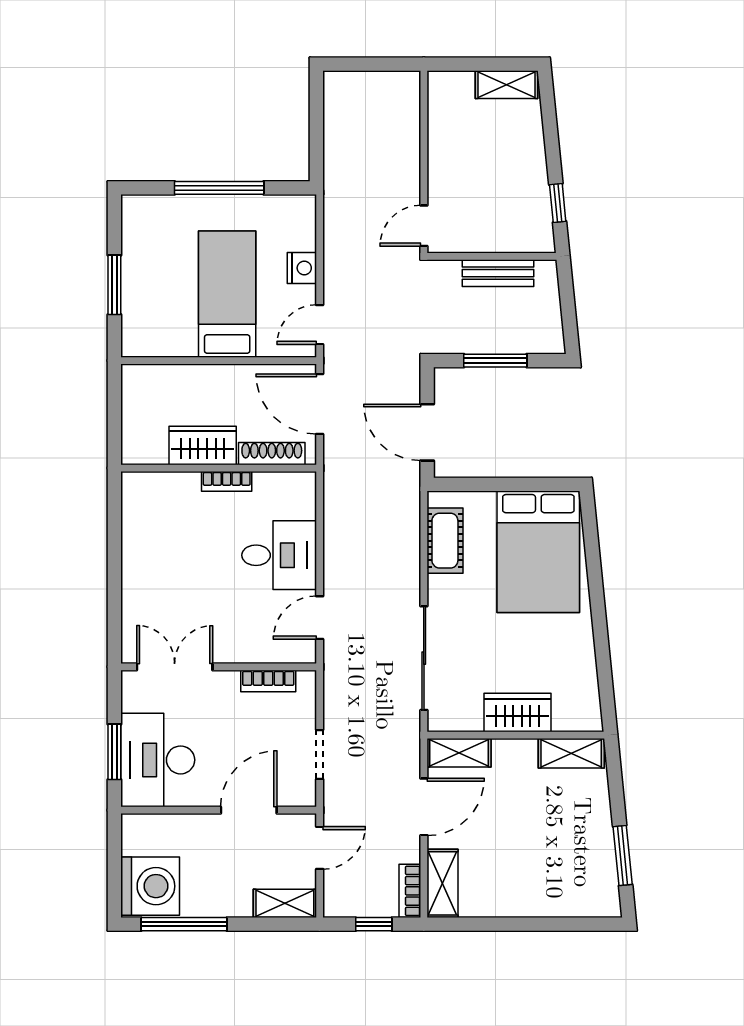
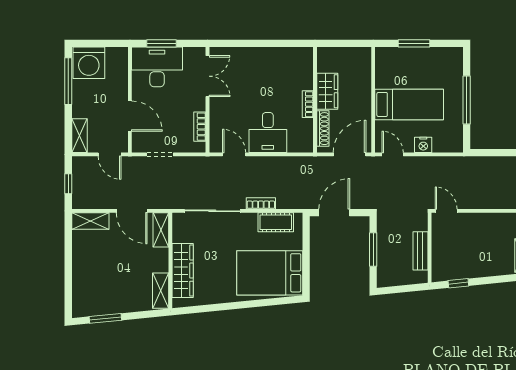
wardrobe: (517, 713) -> (183, 271), width x1.50
bookcase: (410, 891) -> (261, 203), moved

